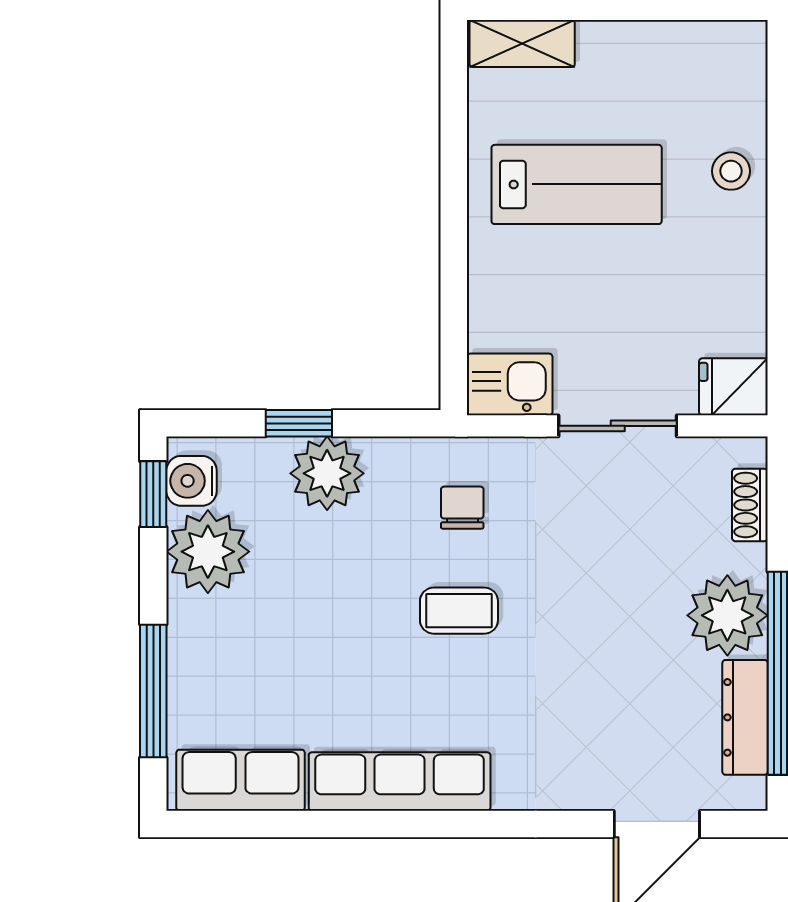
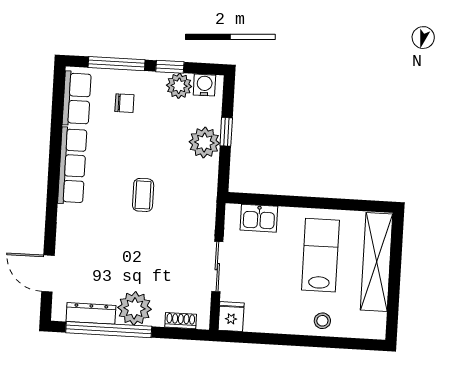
shelving: (522, 44) -> (377, 262), width x2.20, depth x1.33
lab bench: (577, 184) -> (320, 255), turned 180
kitchen sink: (510, 384) -> (259, 218), moved, turned 90
window: (153, 494) -> (170, 67), moved
chair: (462, 508) -> (124, 103), moved
plant: (208, 552) -> (179, 86), width x0.73, depth x0.73

